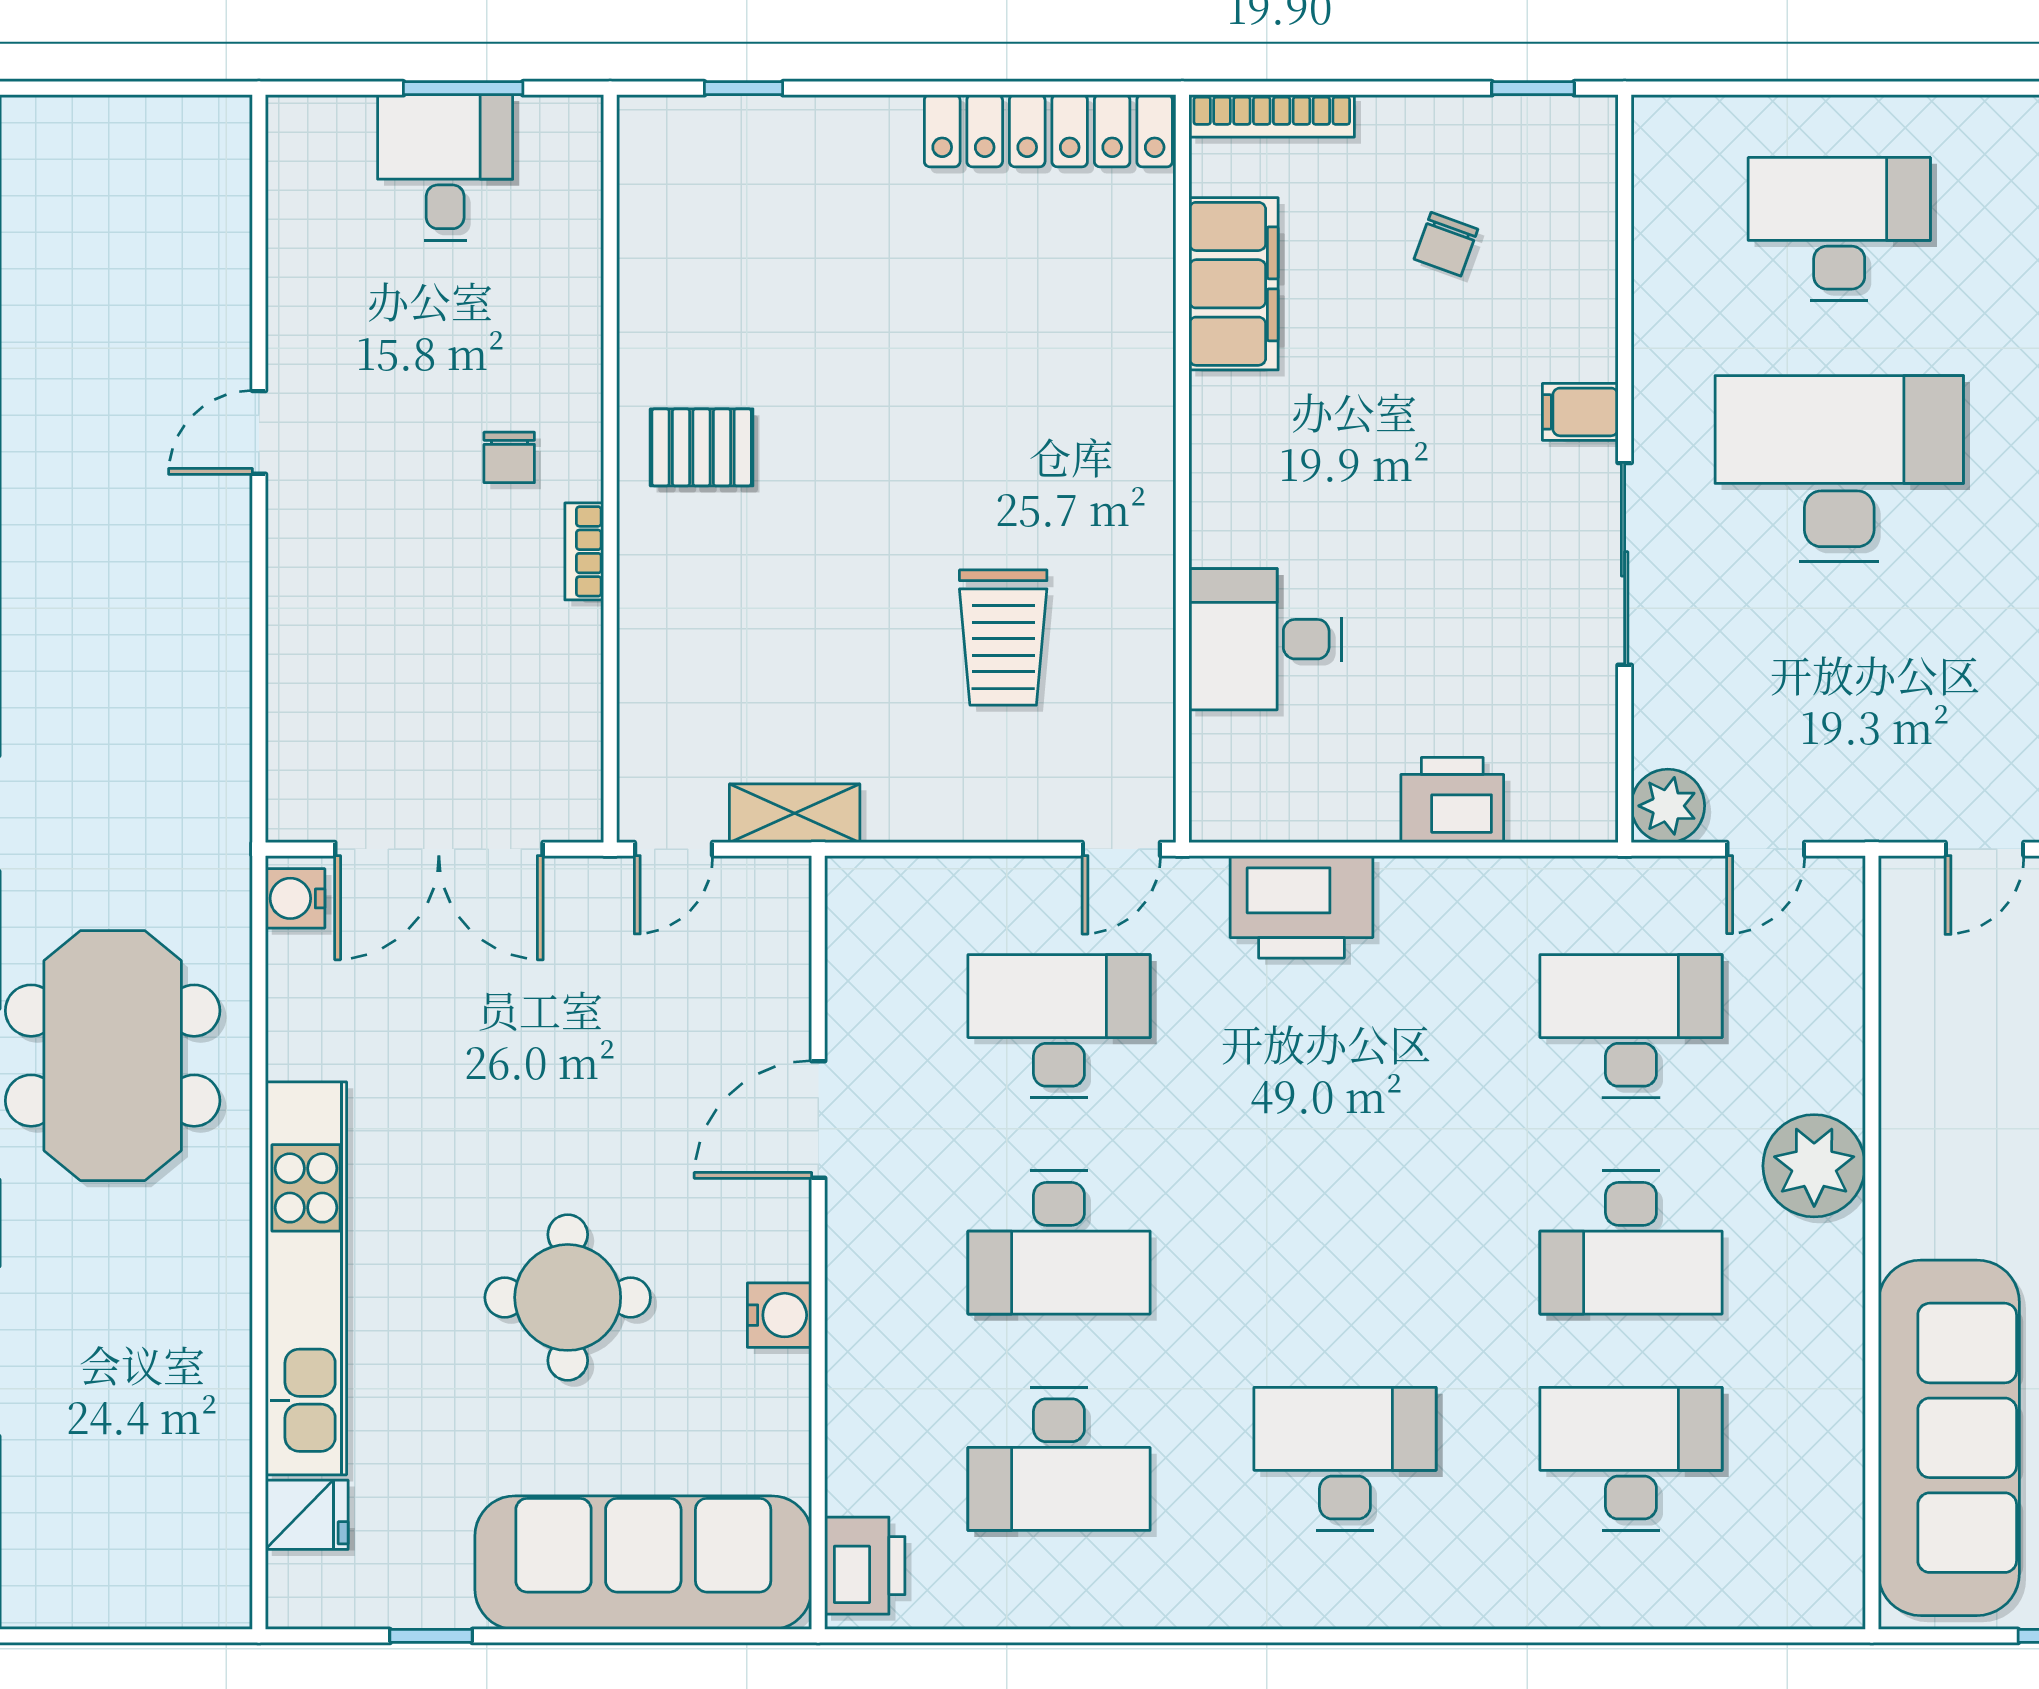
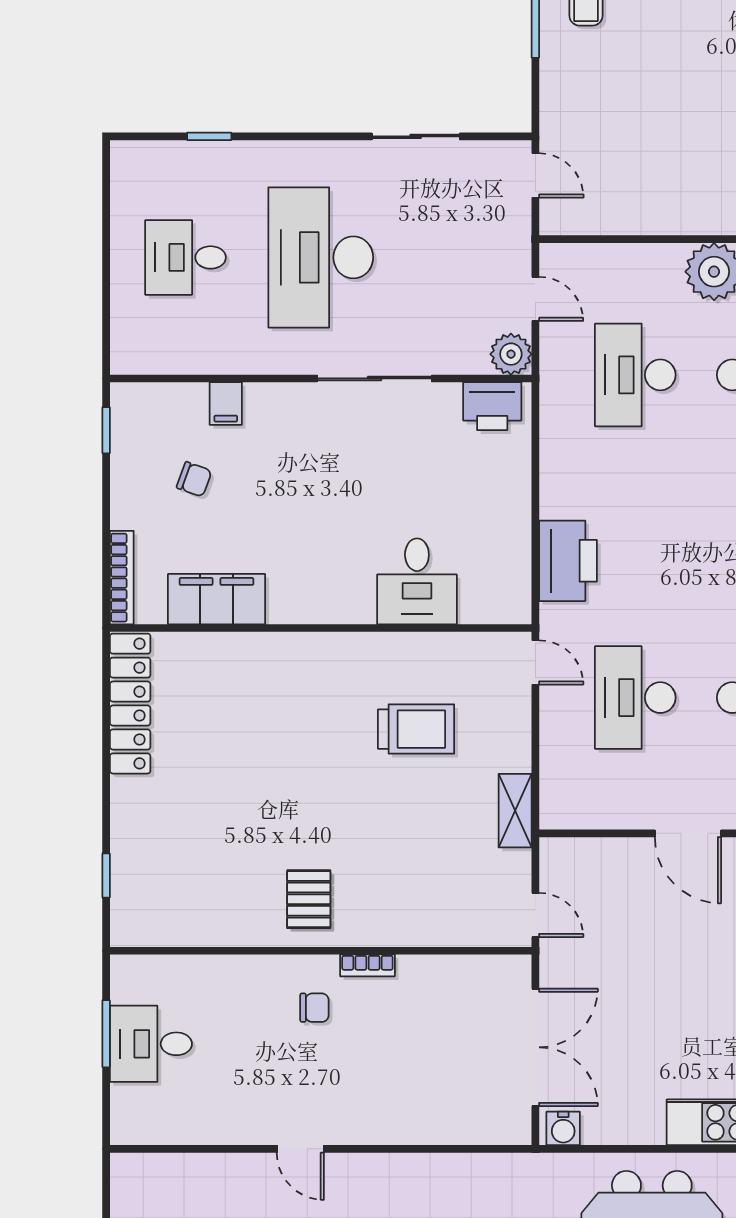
desk: (1839, 229) -> (186, 257), width x0.73
filing cabinet: (1580, 412) -> (226, 404), moved
printer: (1452, 800) -> (492, 406), moved, turned -90
shelving: (795, 813) -> (515, 811), moved

